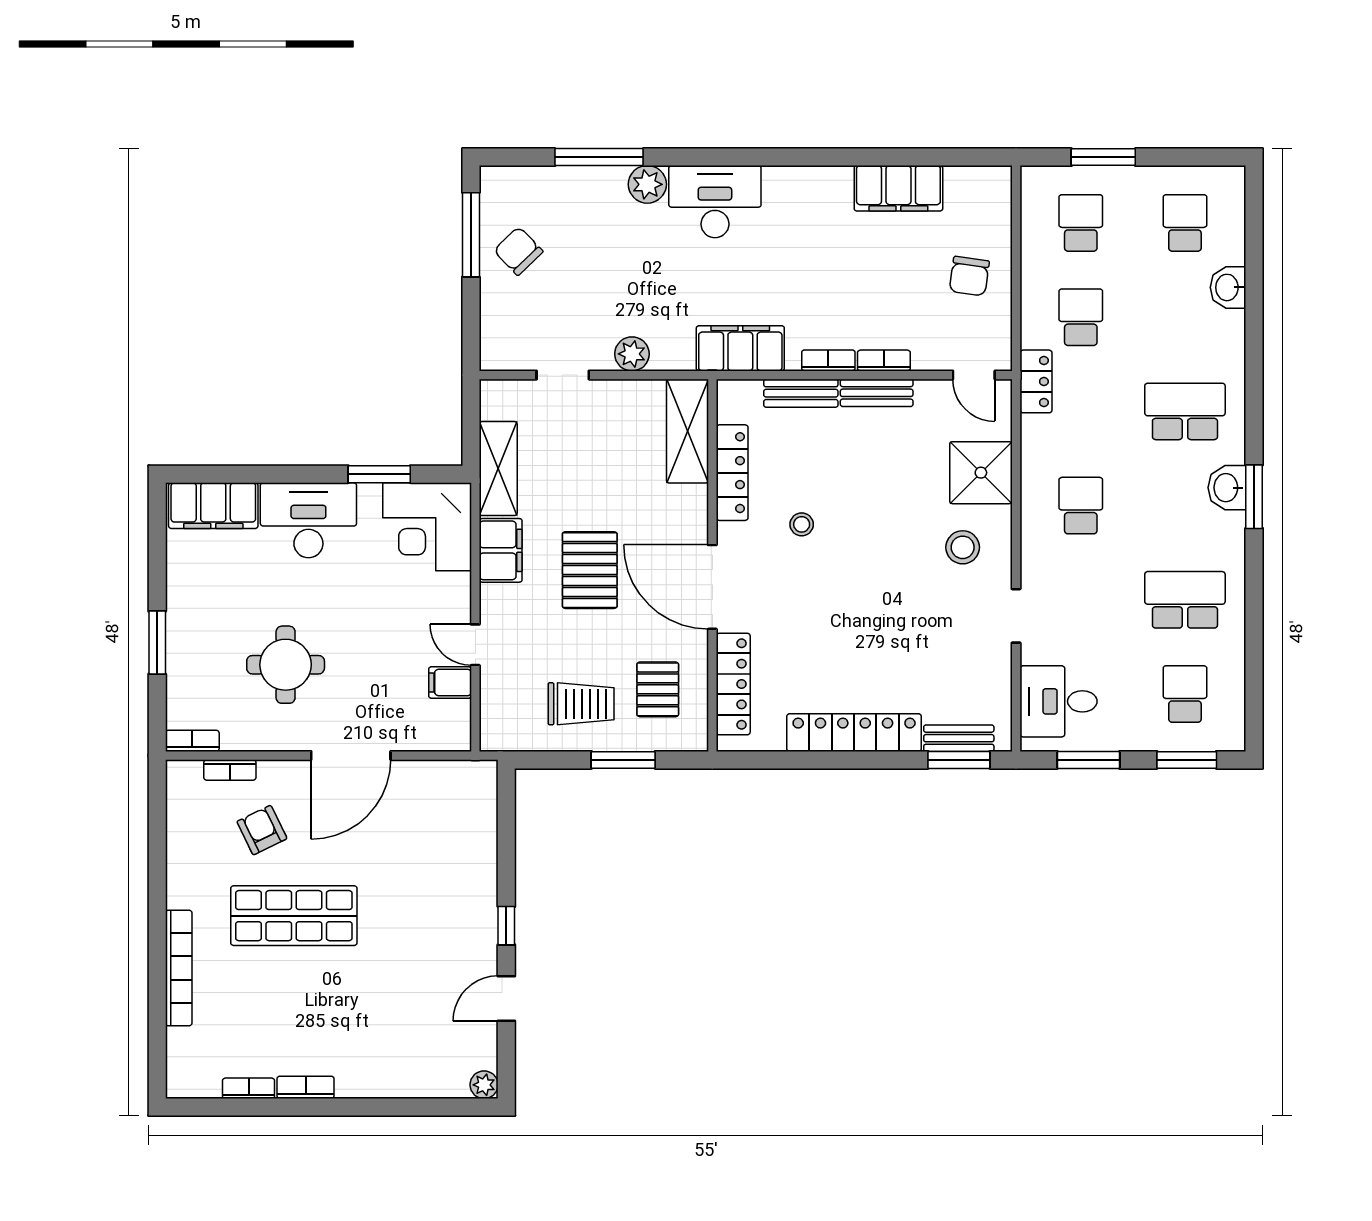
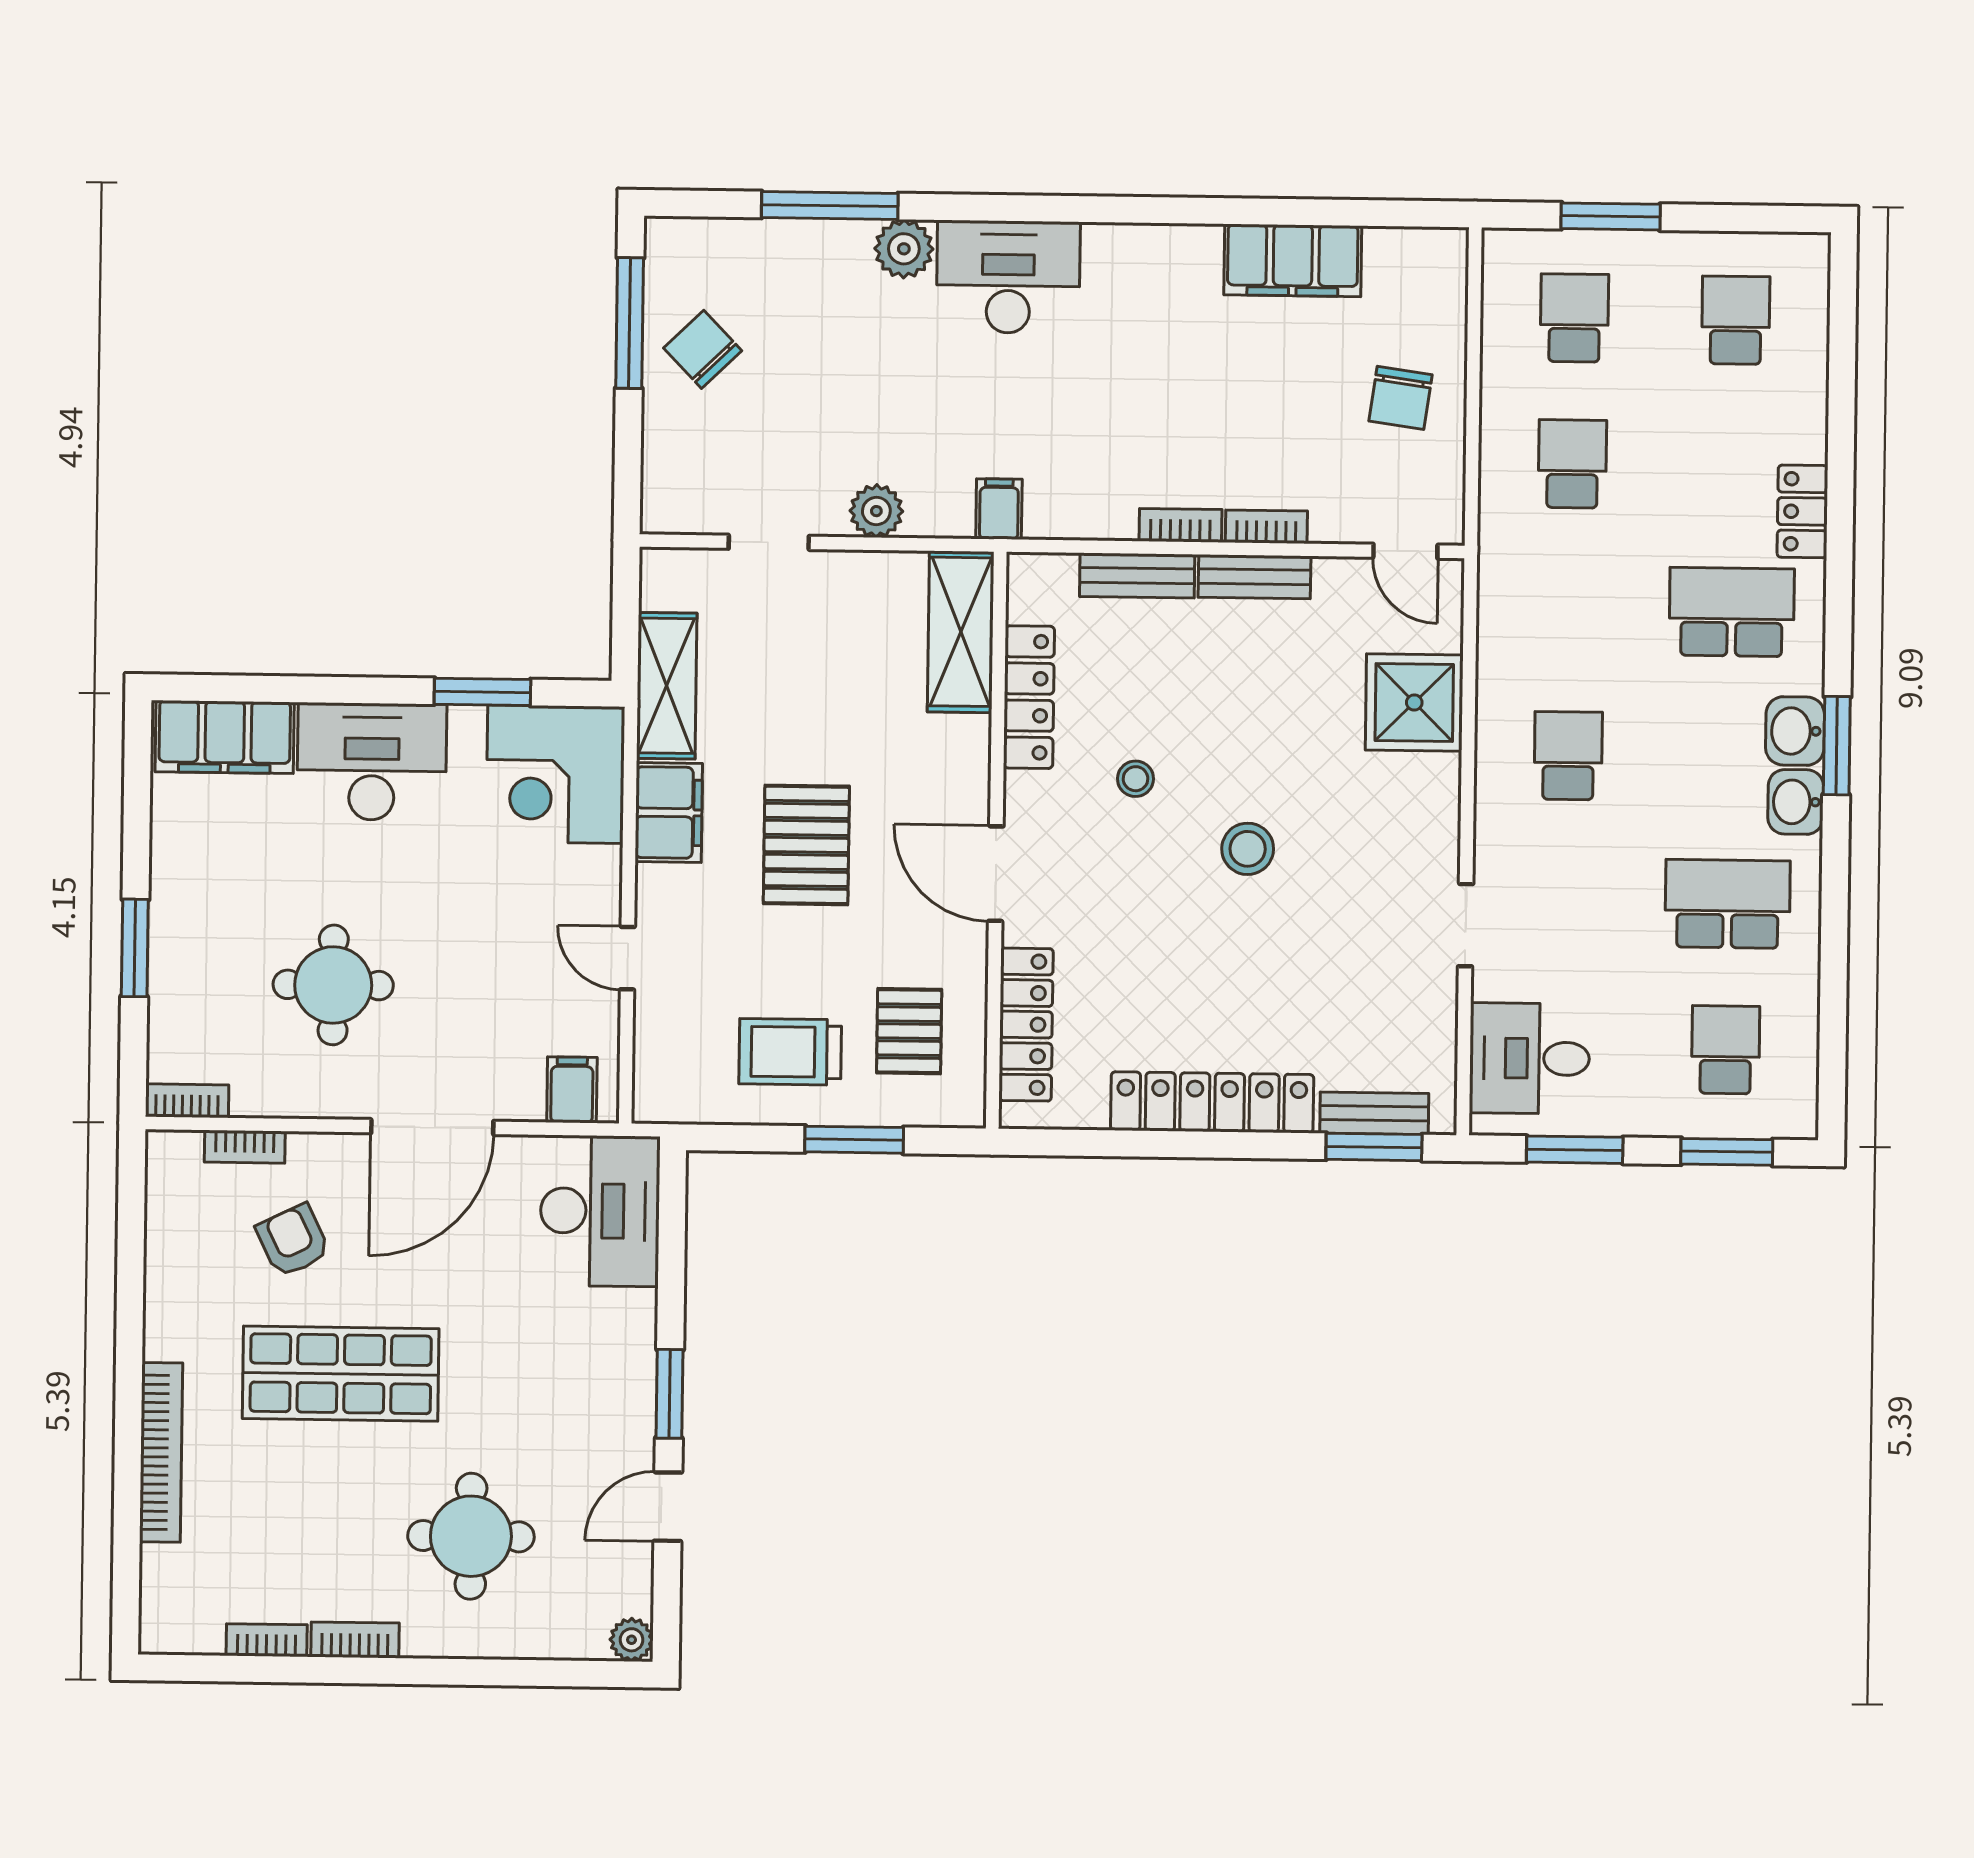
washbasin: (1228, 287) -> (1796, 802), moved
filing cabinet: (740, 348) -> (999, 509), width x0.33, depth x0.86
locker: (1036, 381) -> (1802, 511), moved, turned 180
stool: (963, 547) -> (1248, 849), moved
door: (712, 587) -> (996, 874), width x0.73
filing cabinet: (450, 683) -> (572, 1090), moved, turned 90
trolley: (581, 704) -> (790, 1052), turned 180
desk: (460, 808) -> (600, 1211), added
window: (506, 926) -> (669, 1394), width x1.50
round table: (379, 1019) -> (471, 1536), added

